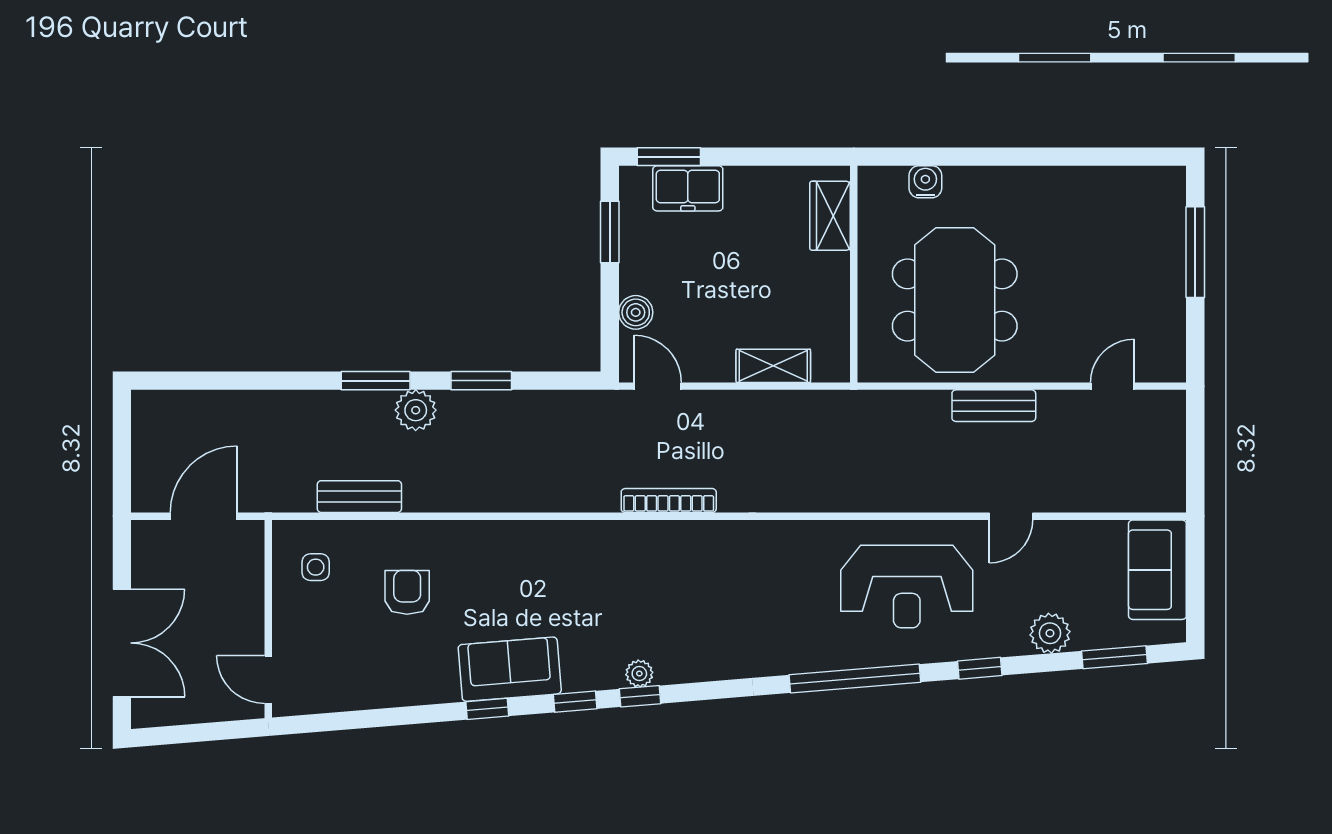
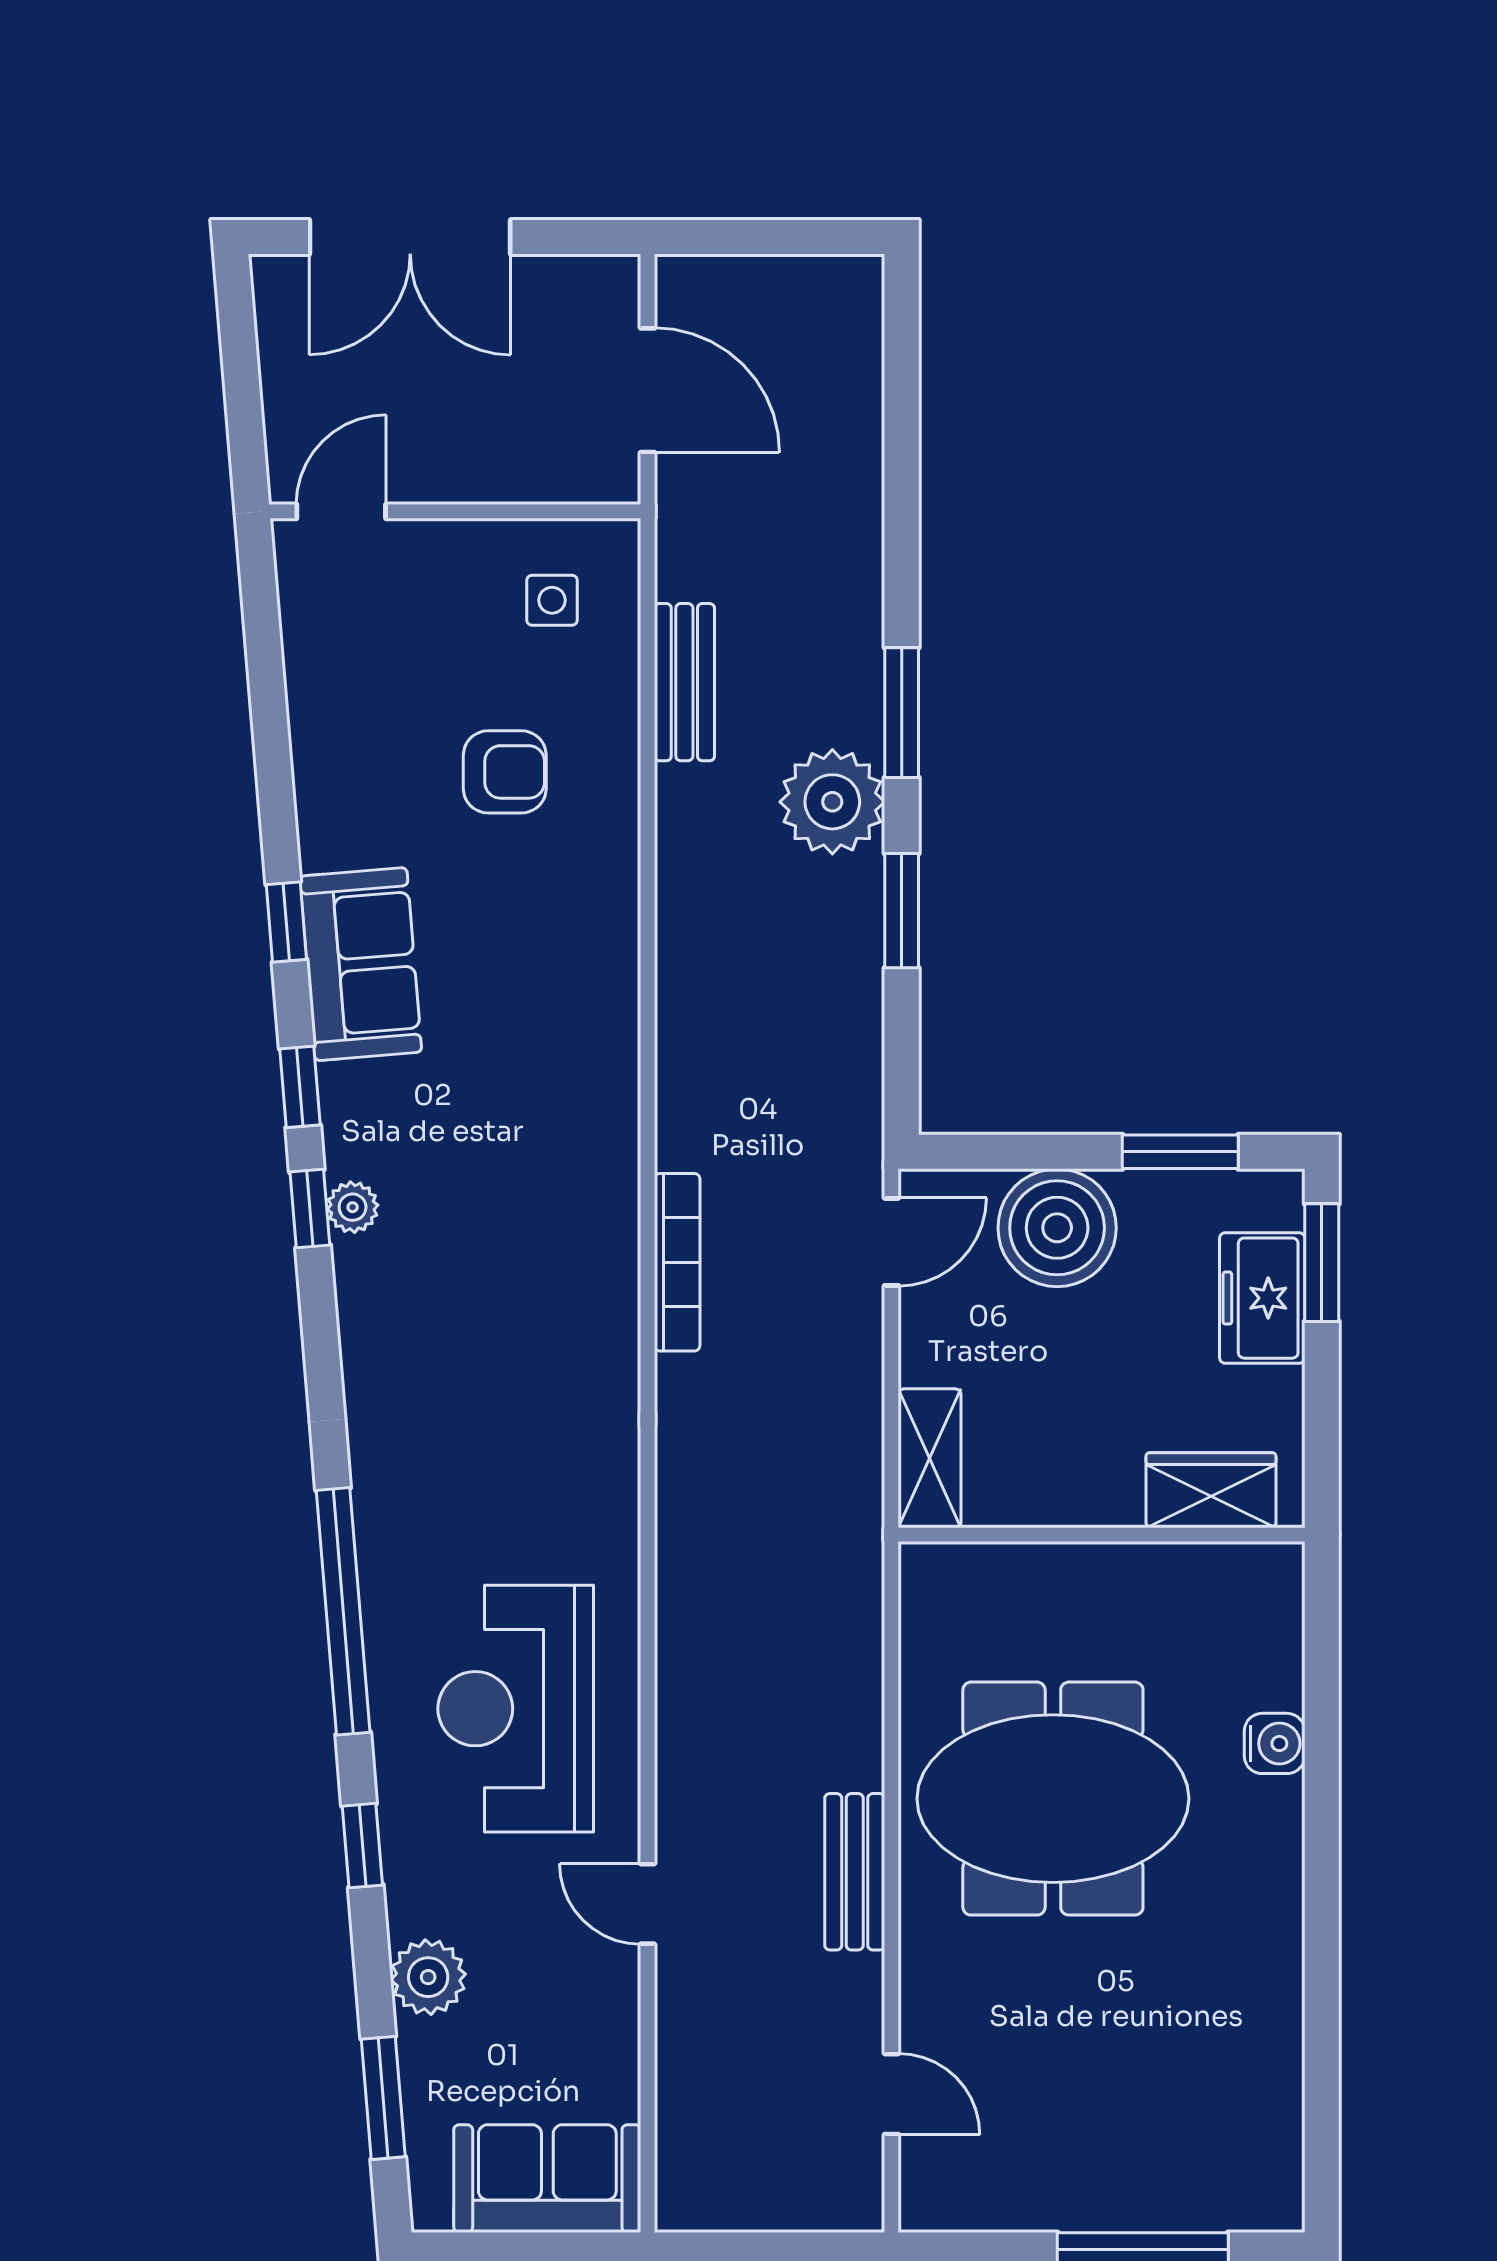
wardrobe: (830, 216) -> (1211, 1490), moved
wall: (854, 274) -> (1102, 1535), moved
boiler: (636, 312) -> (1057, 1228), width x1.86, depth x1.86
plant: (416, 410) -> (832, 802), width x1.36, depth x1.36

